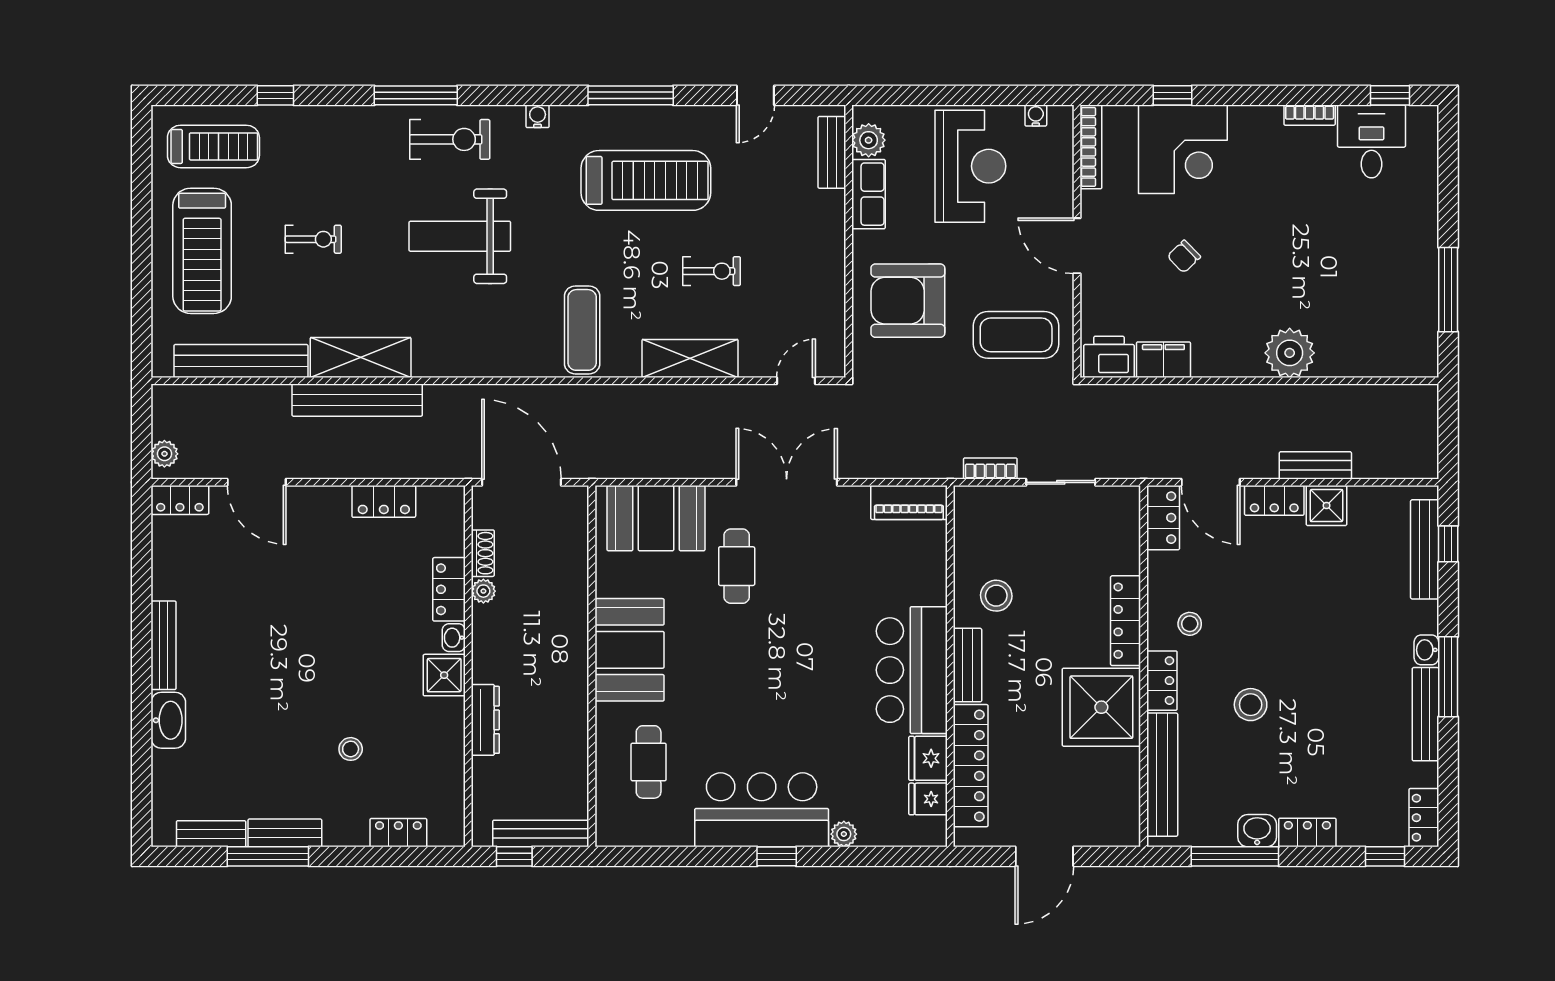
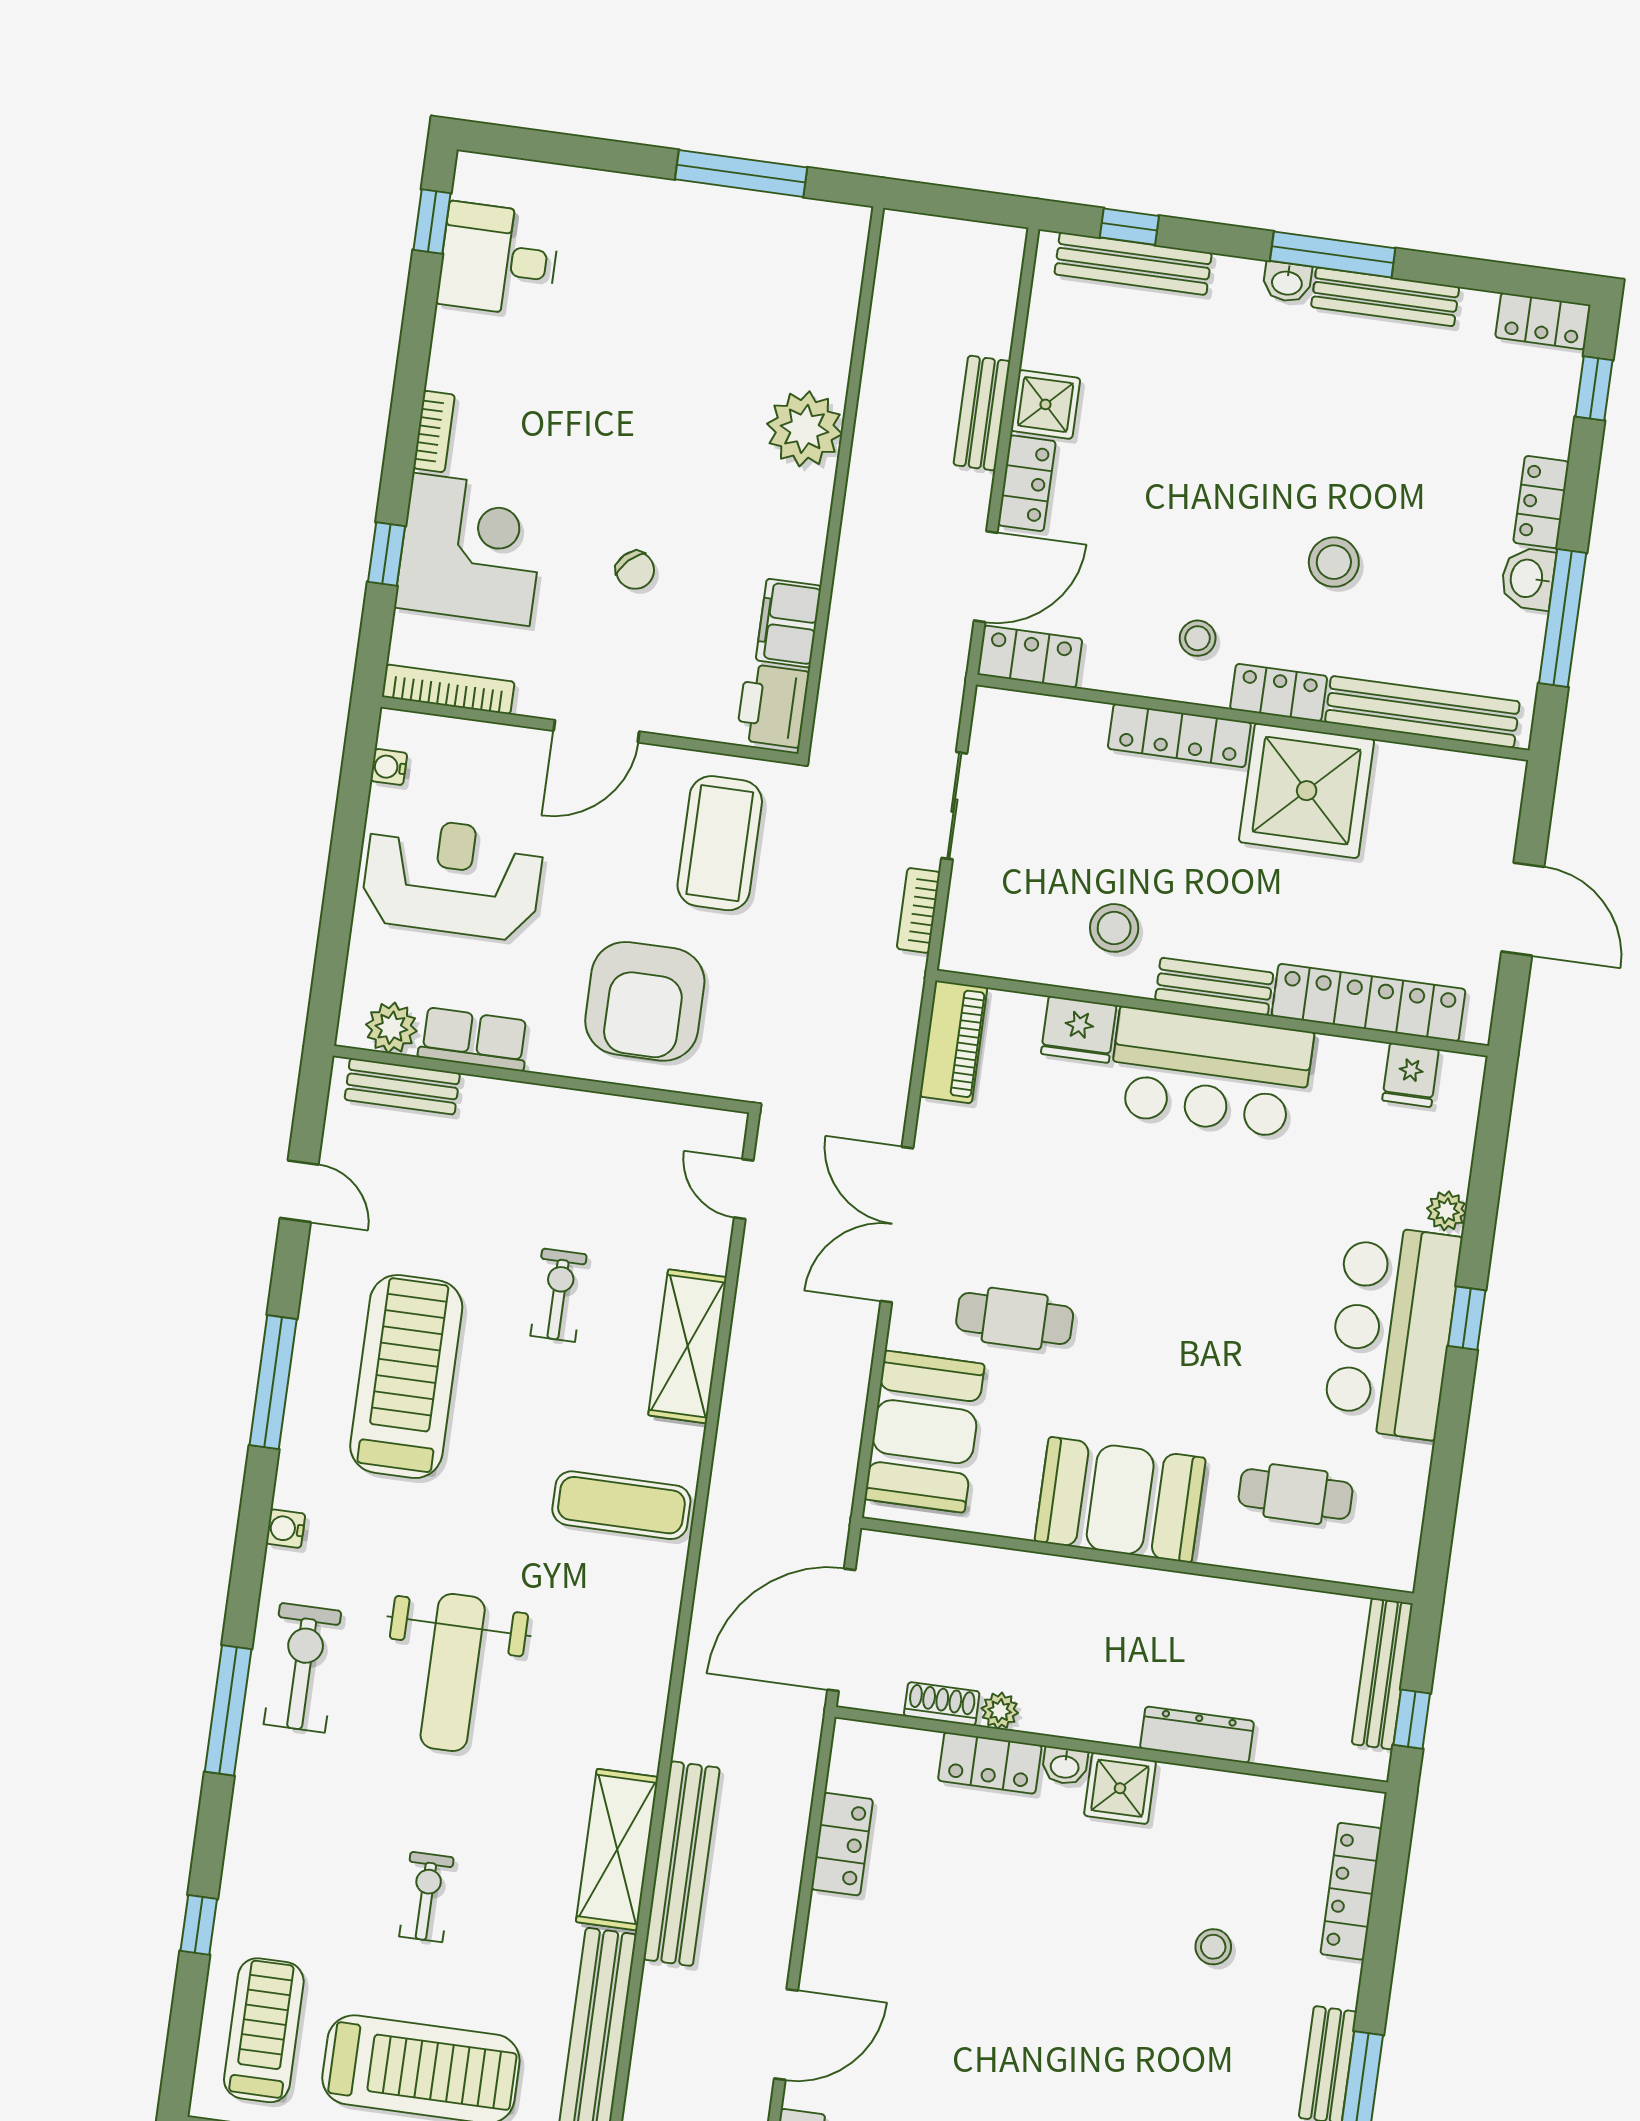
bookcase: (1310, 115) -> (434, 432), moved
fridge: (928, 758) -> (1079, 1029), moved
locker: (398, 833) -> (1351, 1891), width x1.53

